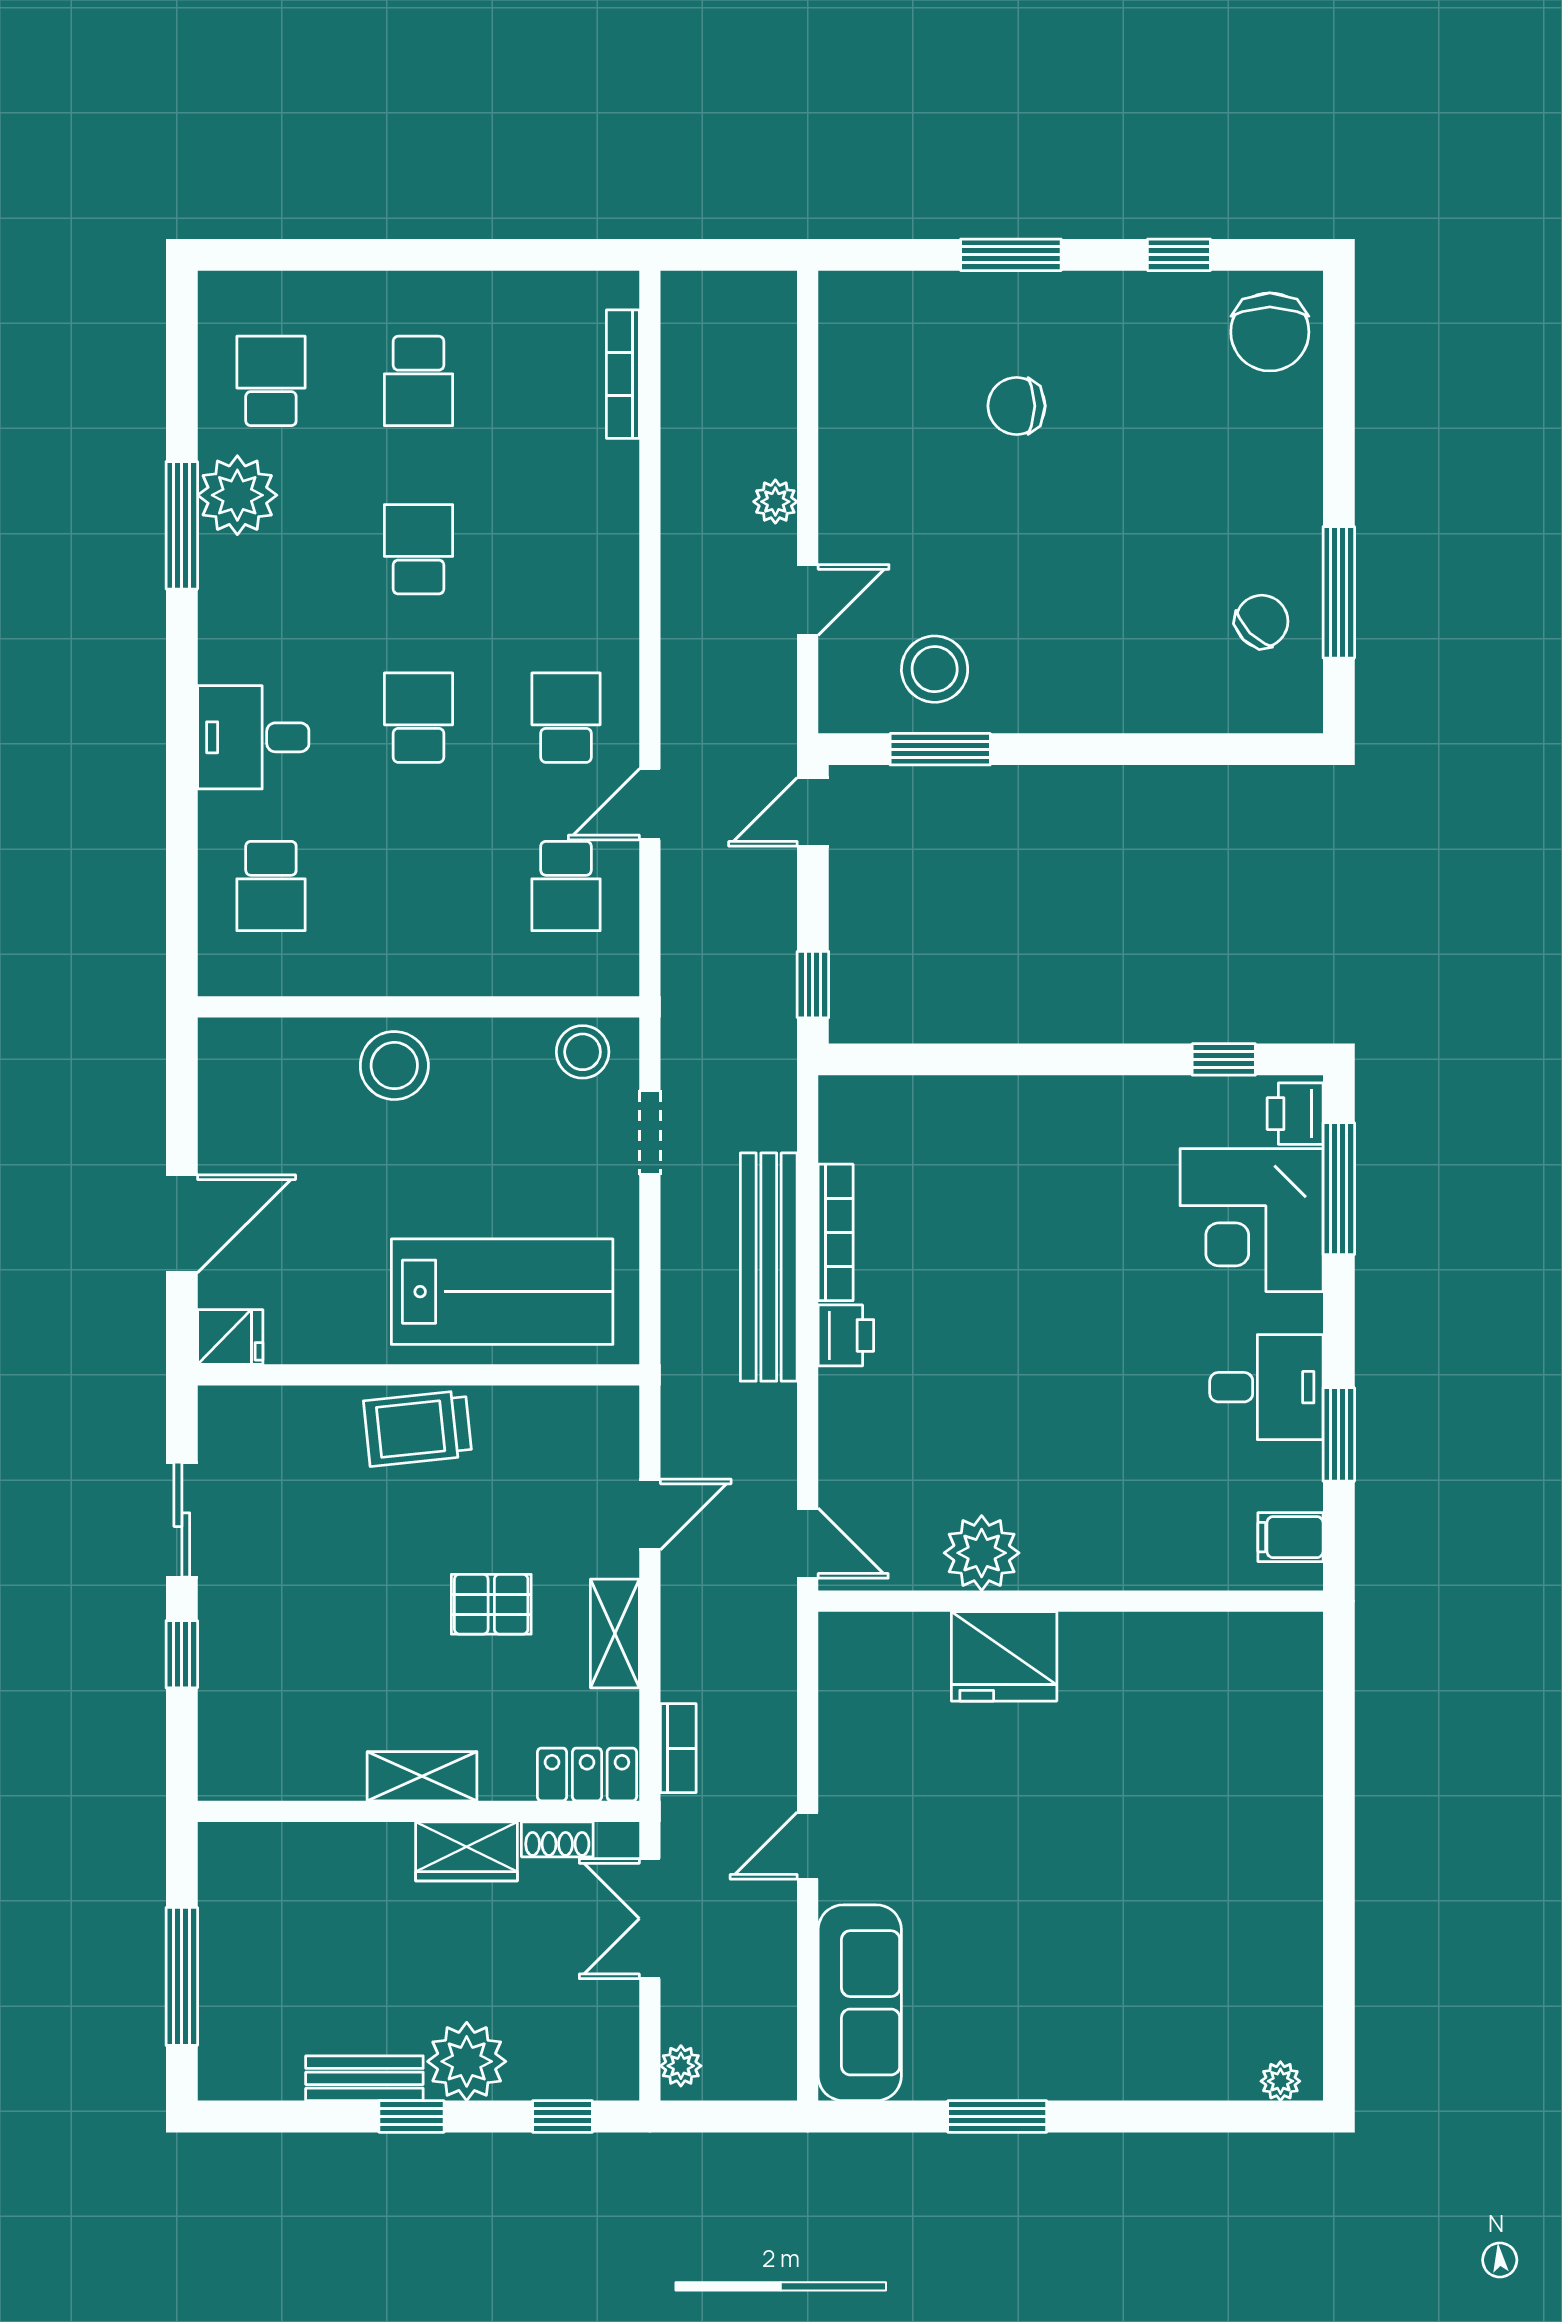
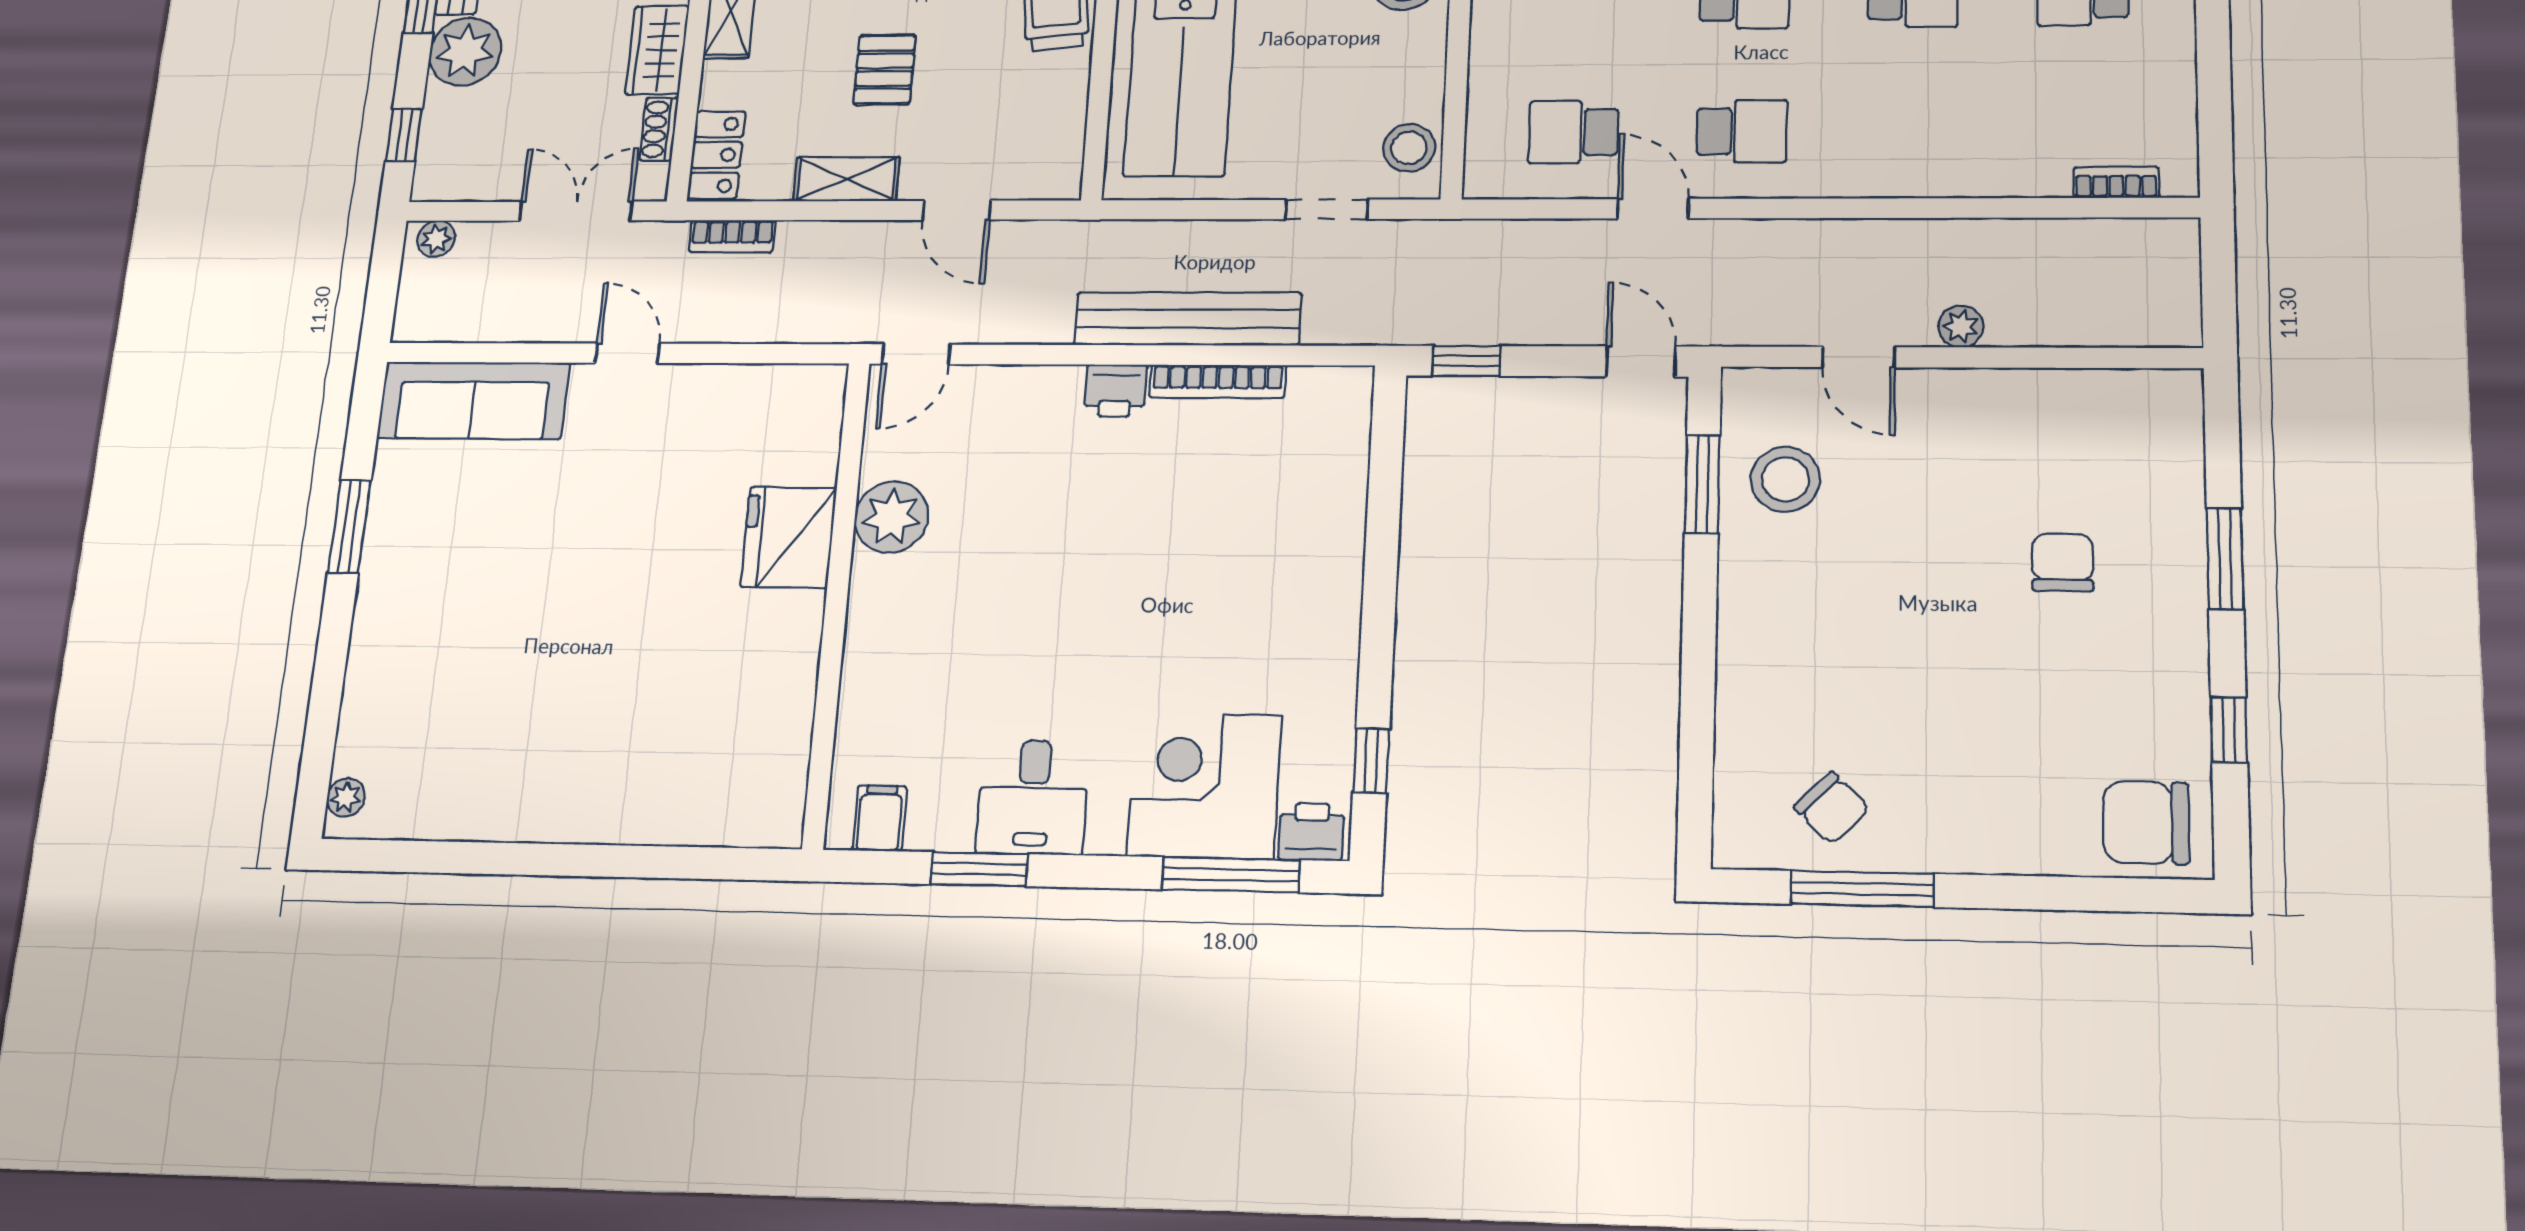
bookcase: (623, 374) -> (2116, 182), width x0.64

